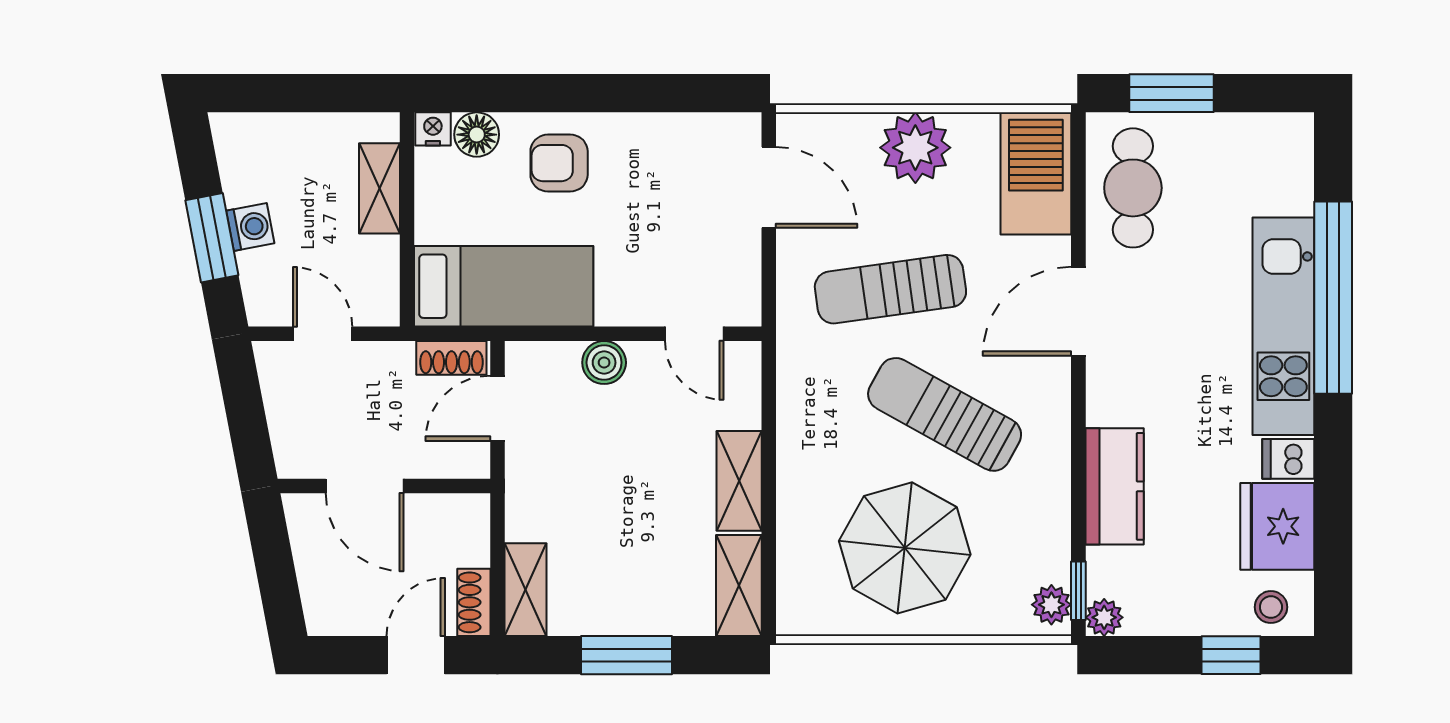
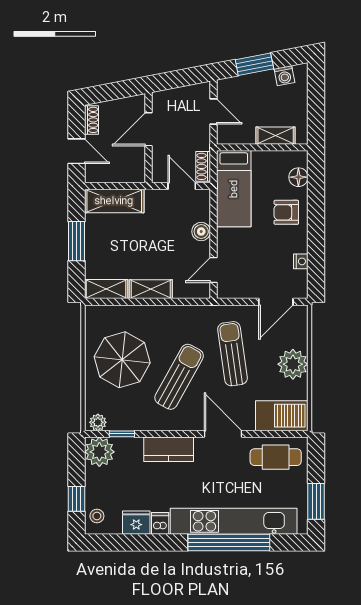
window: (1171, 93) -> (316, 501), moved
nightstand: (433, 129) -> (301, 261), moved
armchair: (559, 163) -> (286, 212), turned -90
washing machine: (250, 227) -> (284, 76), moved
kitchen unit: (1283, 326) -> (234, 521), width x1.36
door: (323, 334) -> (214, 111), hinge flipped
kitchen counter: (1115, 486) -> (169, 449), moved
fridge: (1277, 526) -> (136, 523), width x0.73, depth x0.75
shelving: (525, 590) -> (114, 201), width x1.50, depth x1.33
window: (1078, 591) -> (122, 434), moved
shoe rack: (474, 602) -> (92, 120), moved, turned 90
plant: (1104, 617) -> (99, 452), width x1.88, depth x1.88

